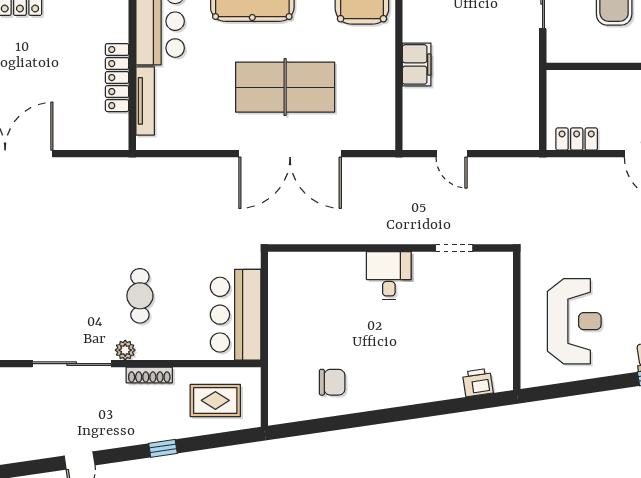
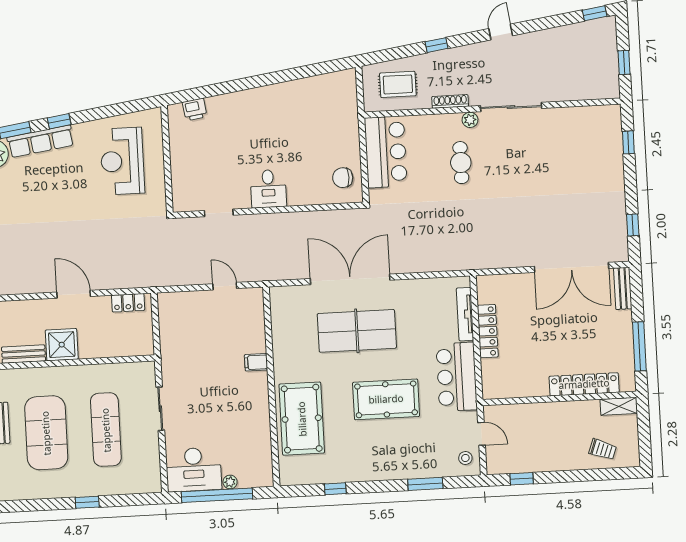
filing cabinet: (417, 64) -> (256, 362), width x0.50
chair: (332, 382) -> (343, 178), moved

